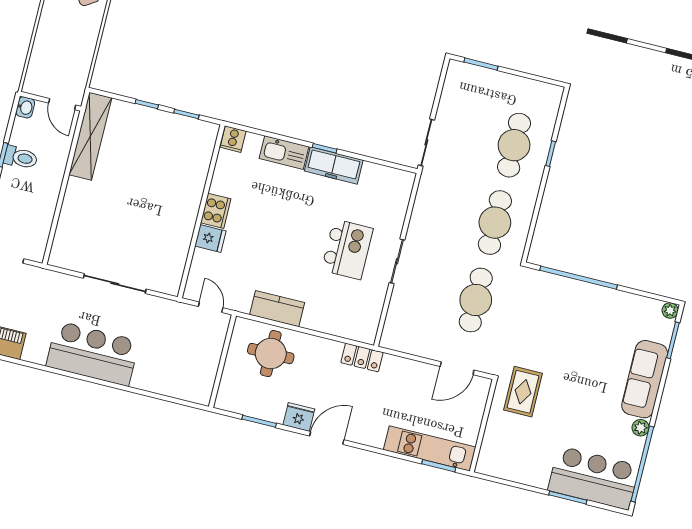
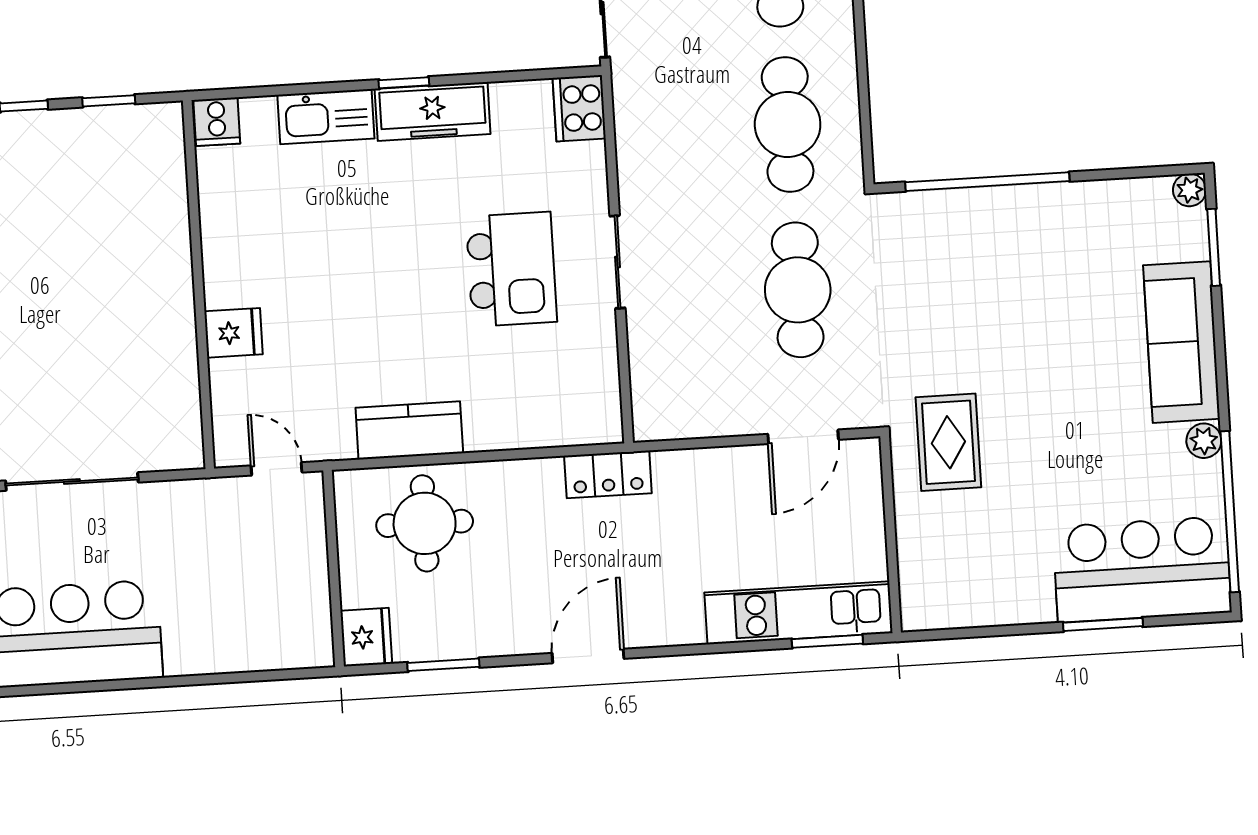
cooker: (216, 211) -> (579, 108), moved, turned 180
fridge: (299, 417) -> (366, 637), moved, turned 90

